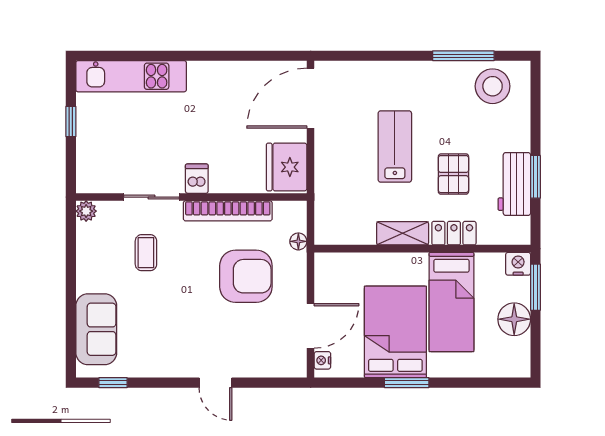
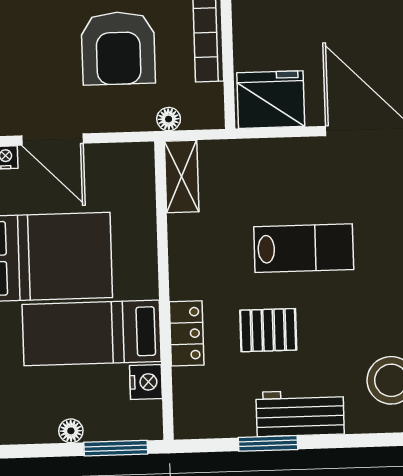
workbench: (514, 184) -> (300, 413), moved
shelving: (403, 233) -> (182, 176), moved
nightstand: (518, 264) -> (146, 382), moved
floor lamp: (514, 319) -> (71, 431), width x0.53, depth x0.53

